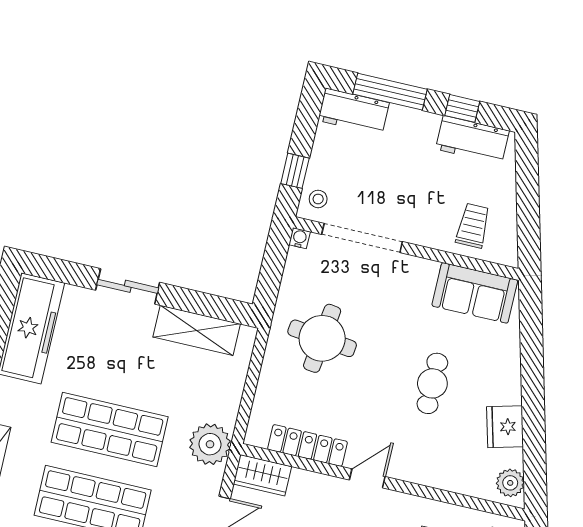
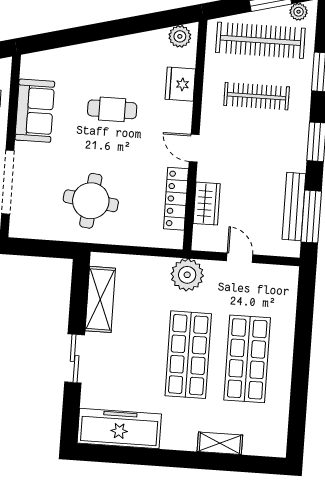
water cooler: (300, 238) -> (16, 231), removed
sofa: (475, 293) -> (35, 111), moved
fridge: (505, 427) -> (180, 84), moved, turned 105
wardrobe: (262, 475) -> (207, 204), moved

